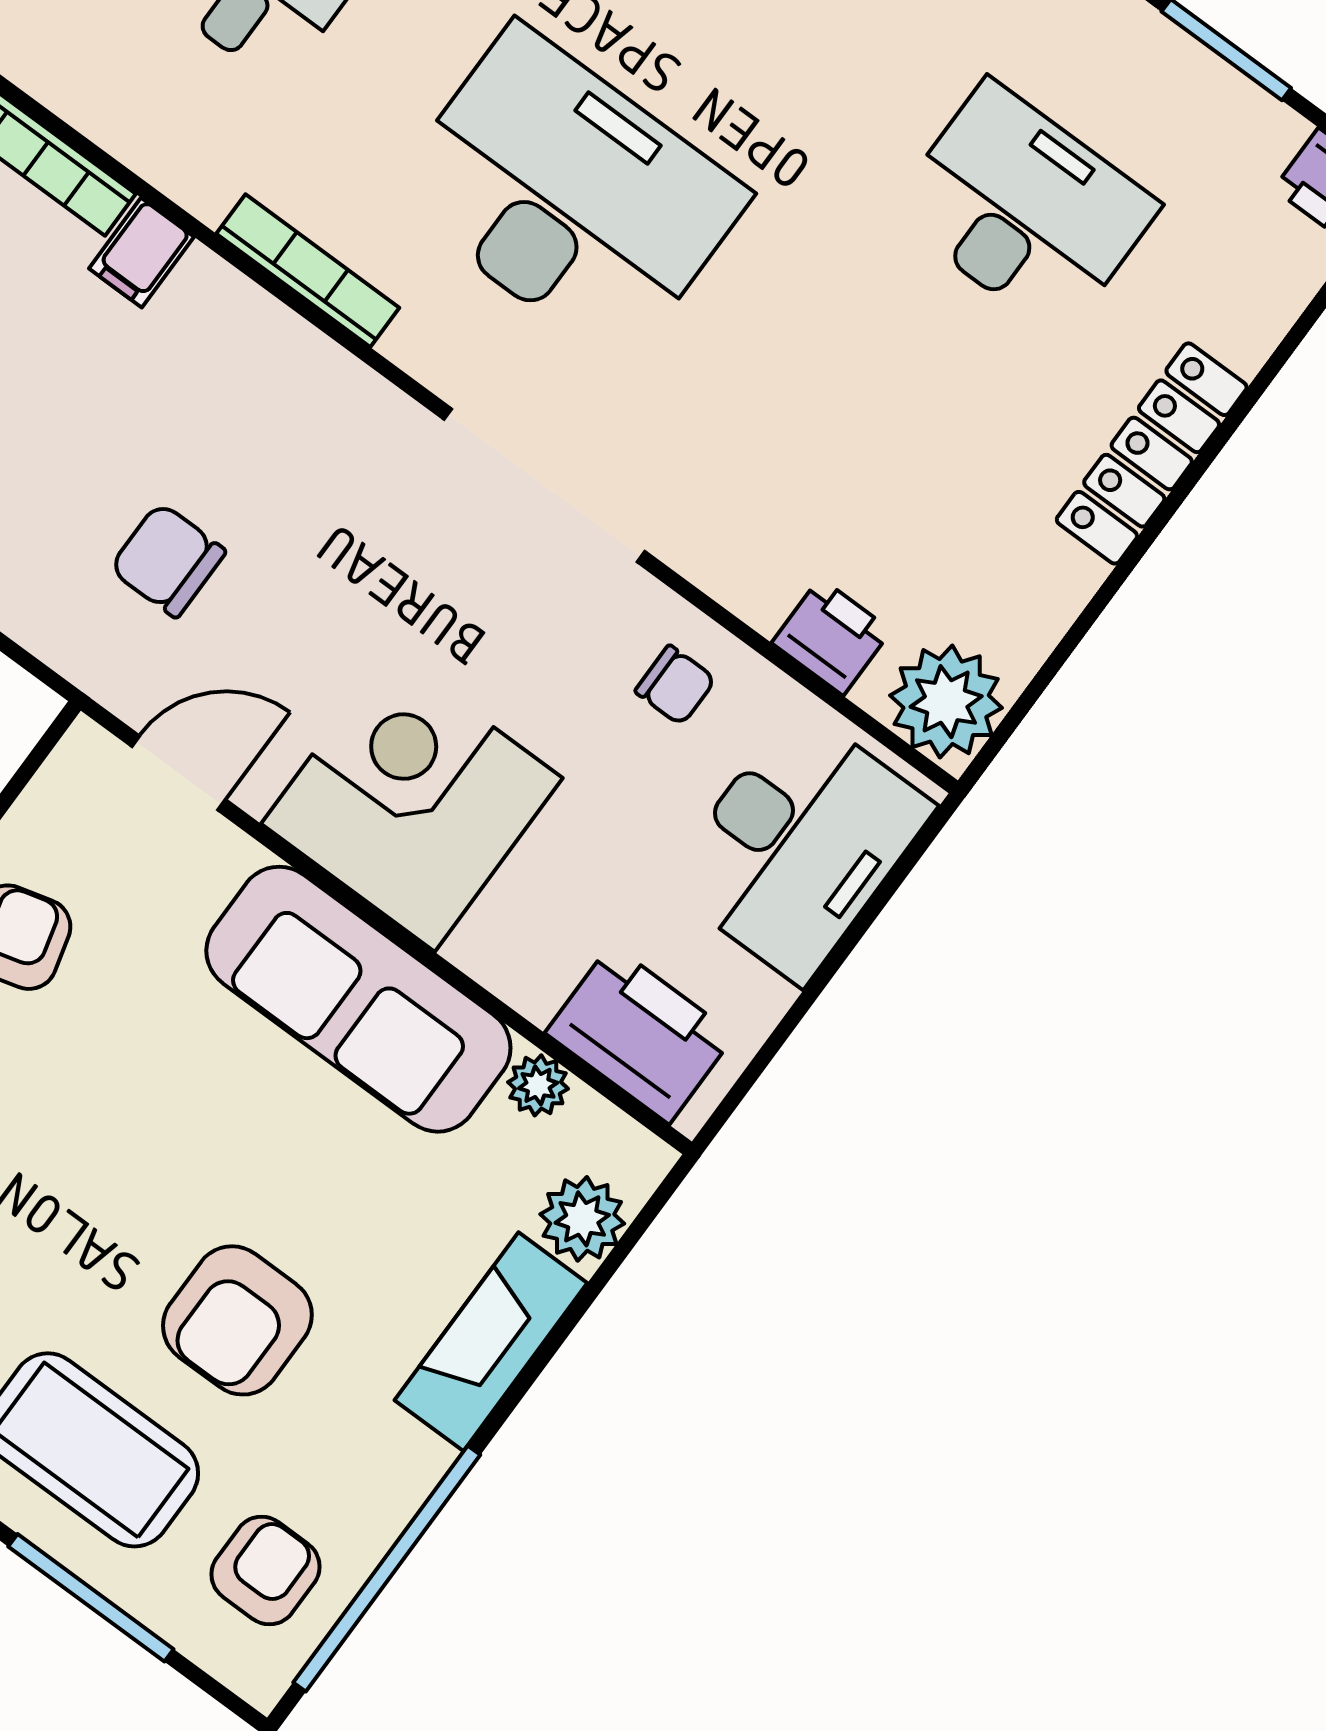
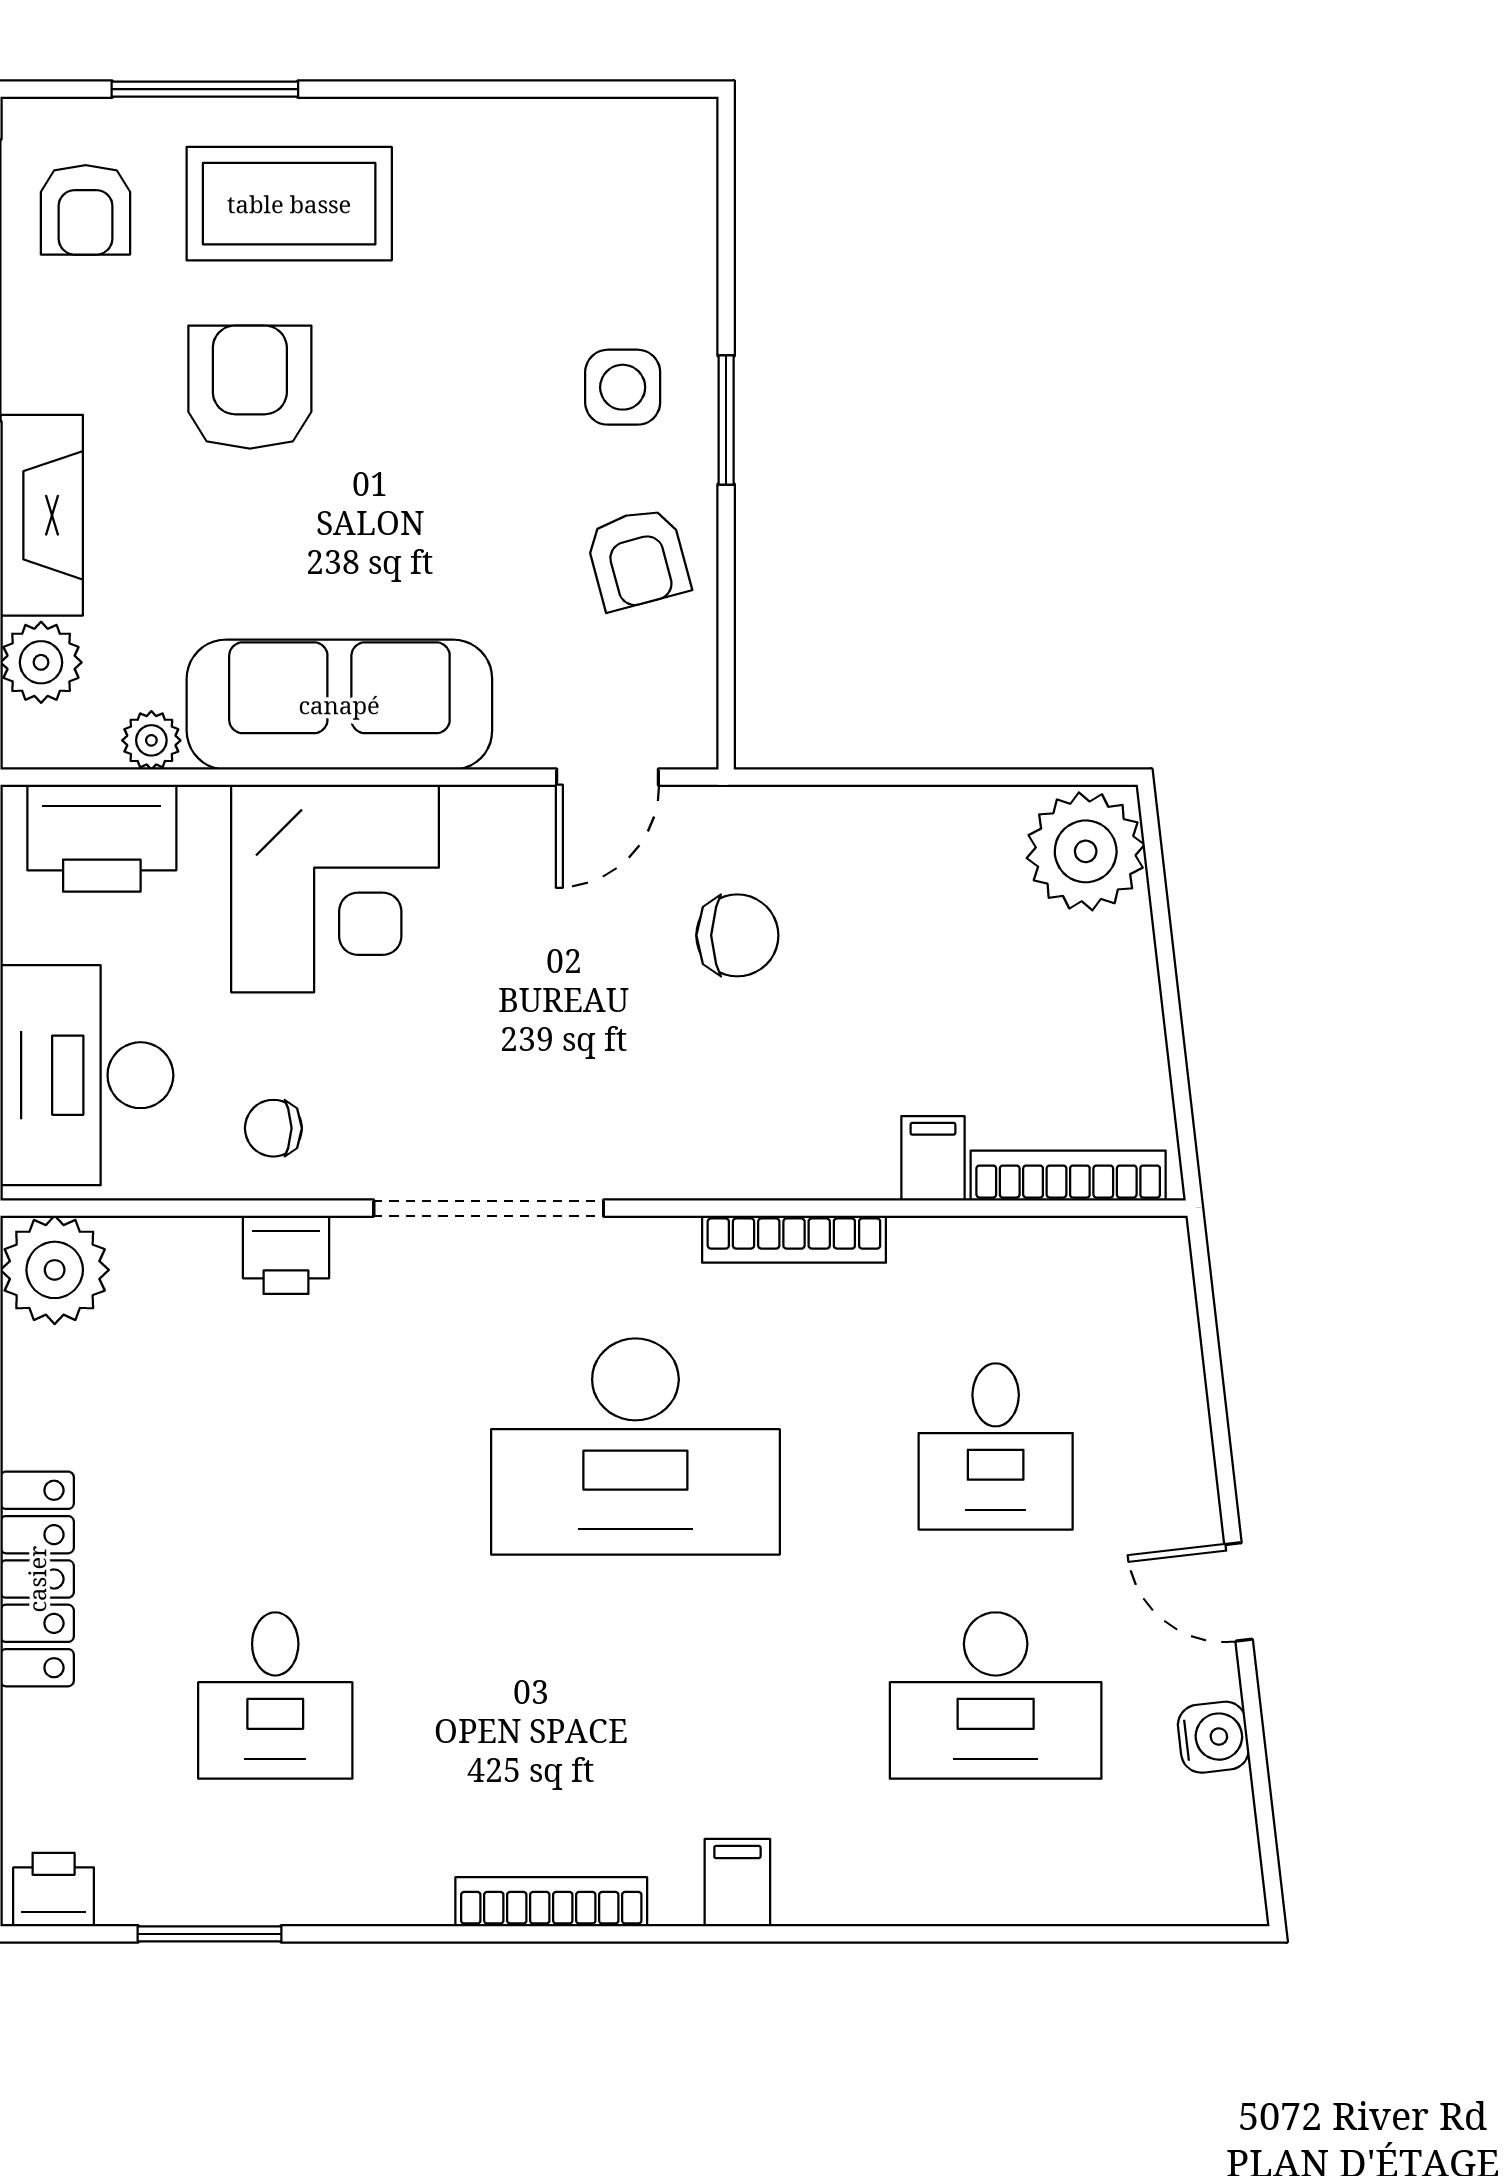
desk: (1024, 209) -> (275, 1695), width x0.73
printer: (831, 637) -> (286, 1255), moved
corner desk: (412, 801) -> (335, 888), moved

